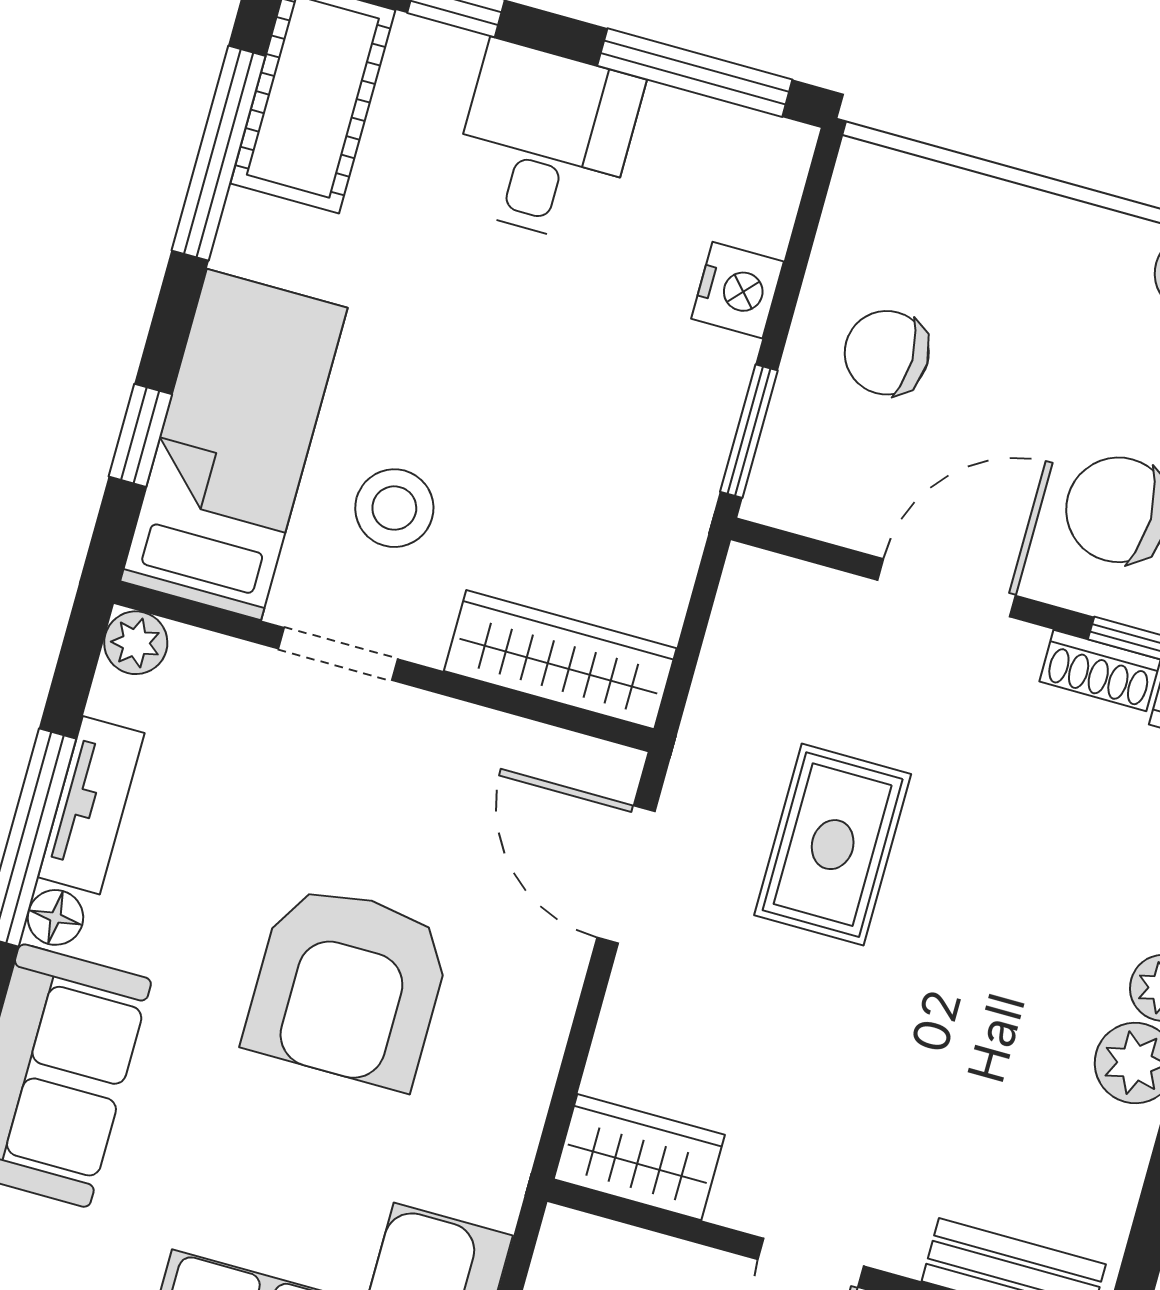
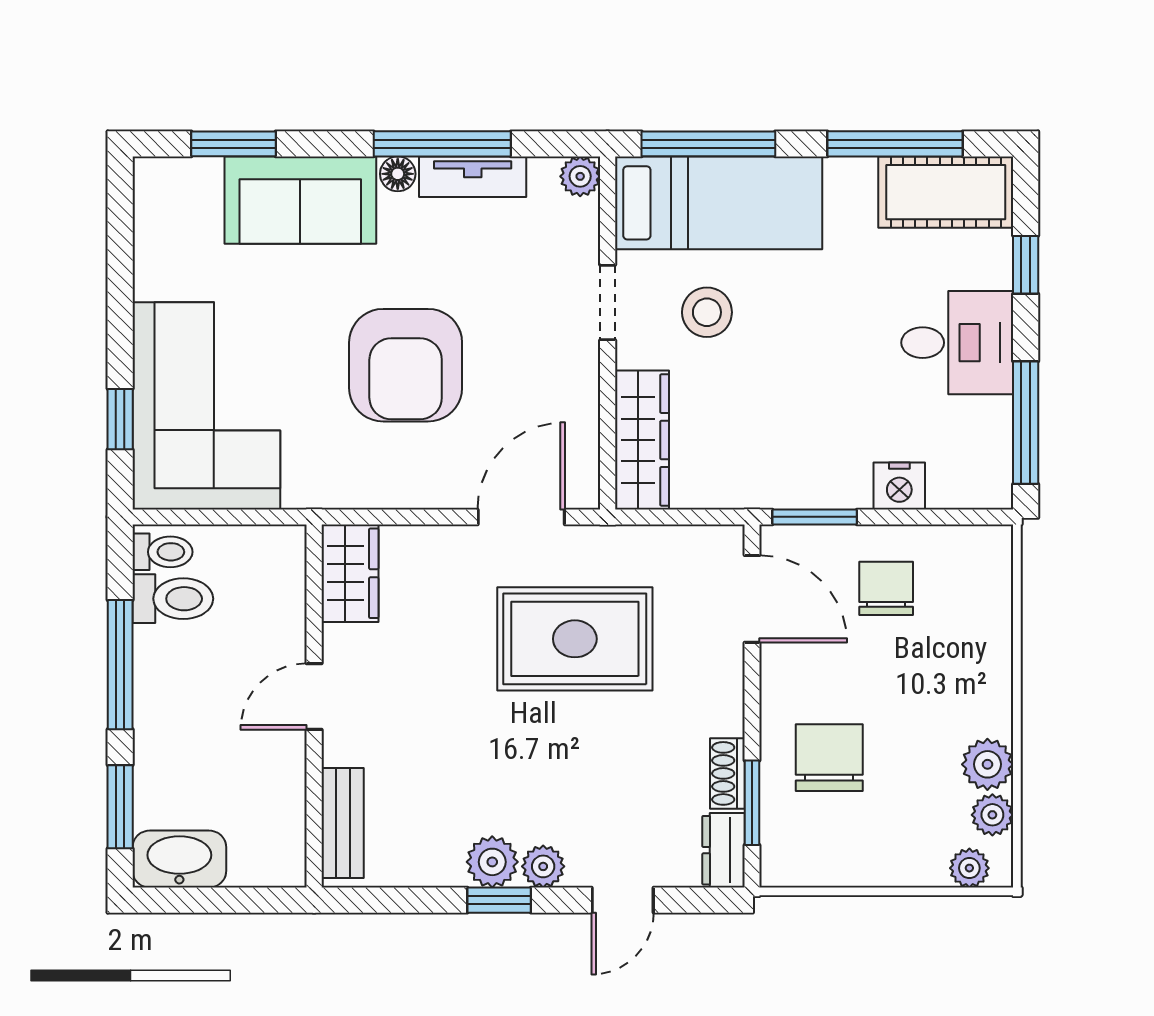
window: (140, 435) -> (708, 144), width x2.17
door: (947, 588) -> (752, 599), moved
rug: (833, 845) -> (575, 639), width x1.36, depth x1.43
armchair: (348, 986) -> (406, 365), turned -90

